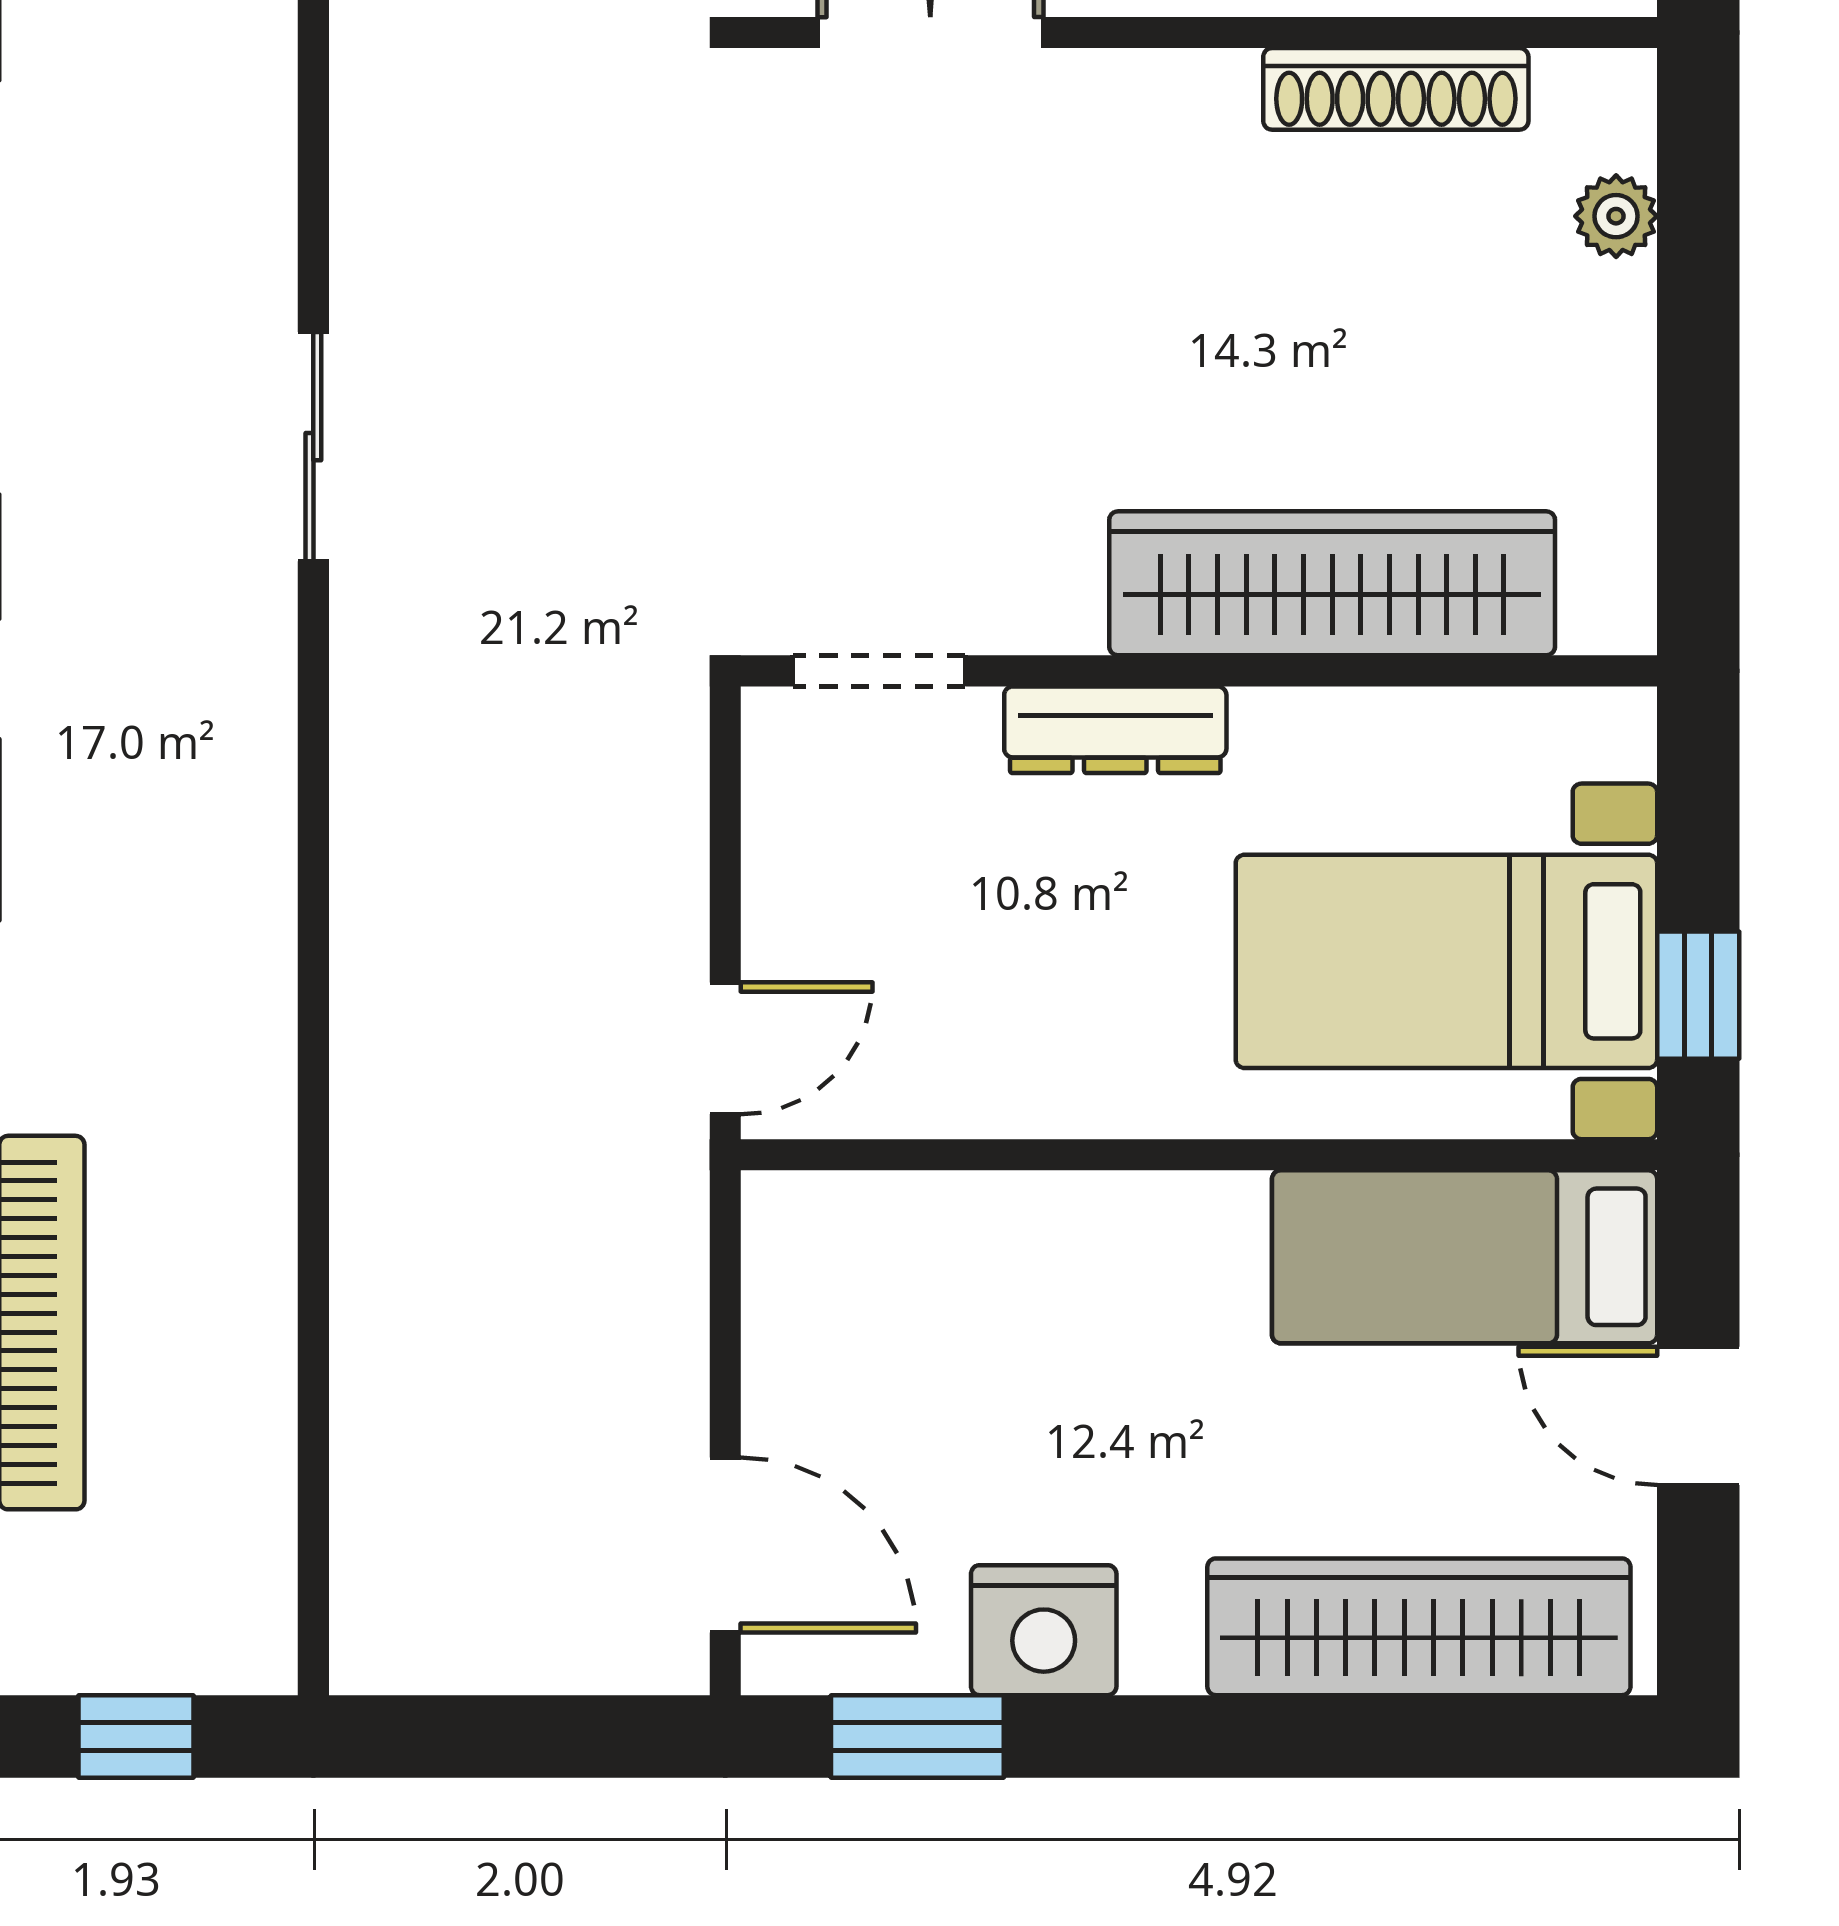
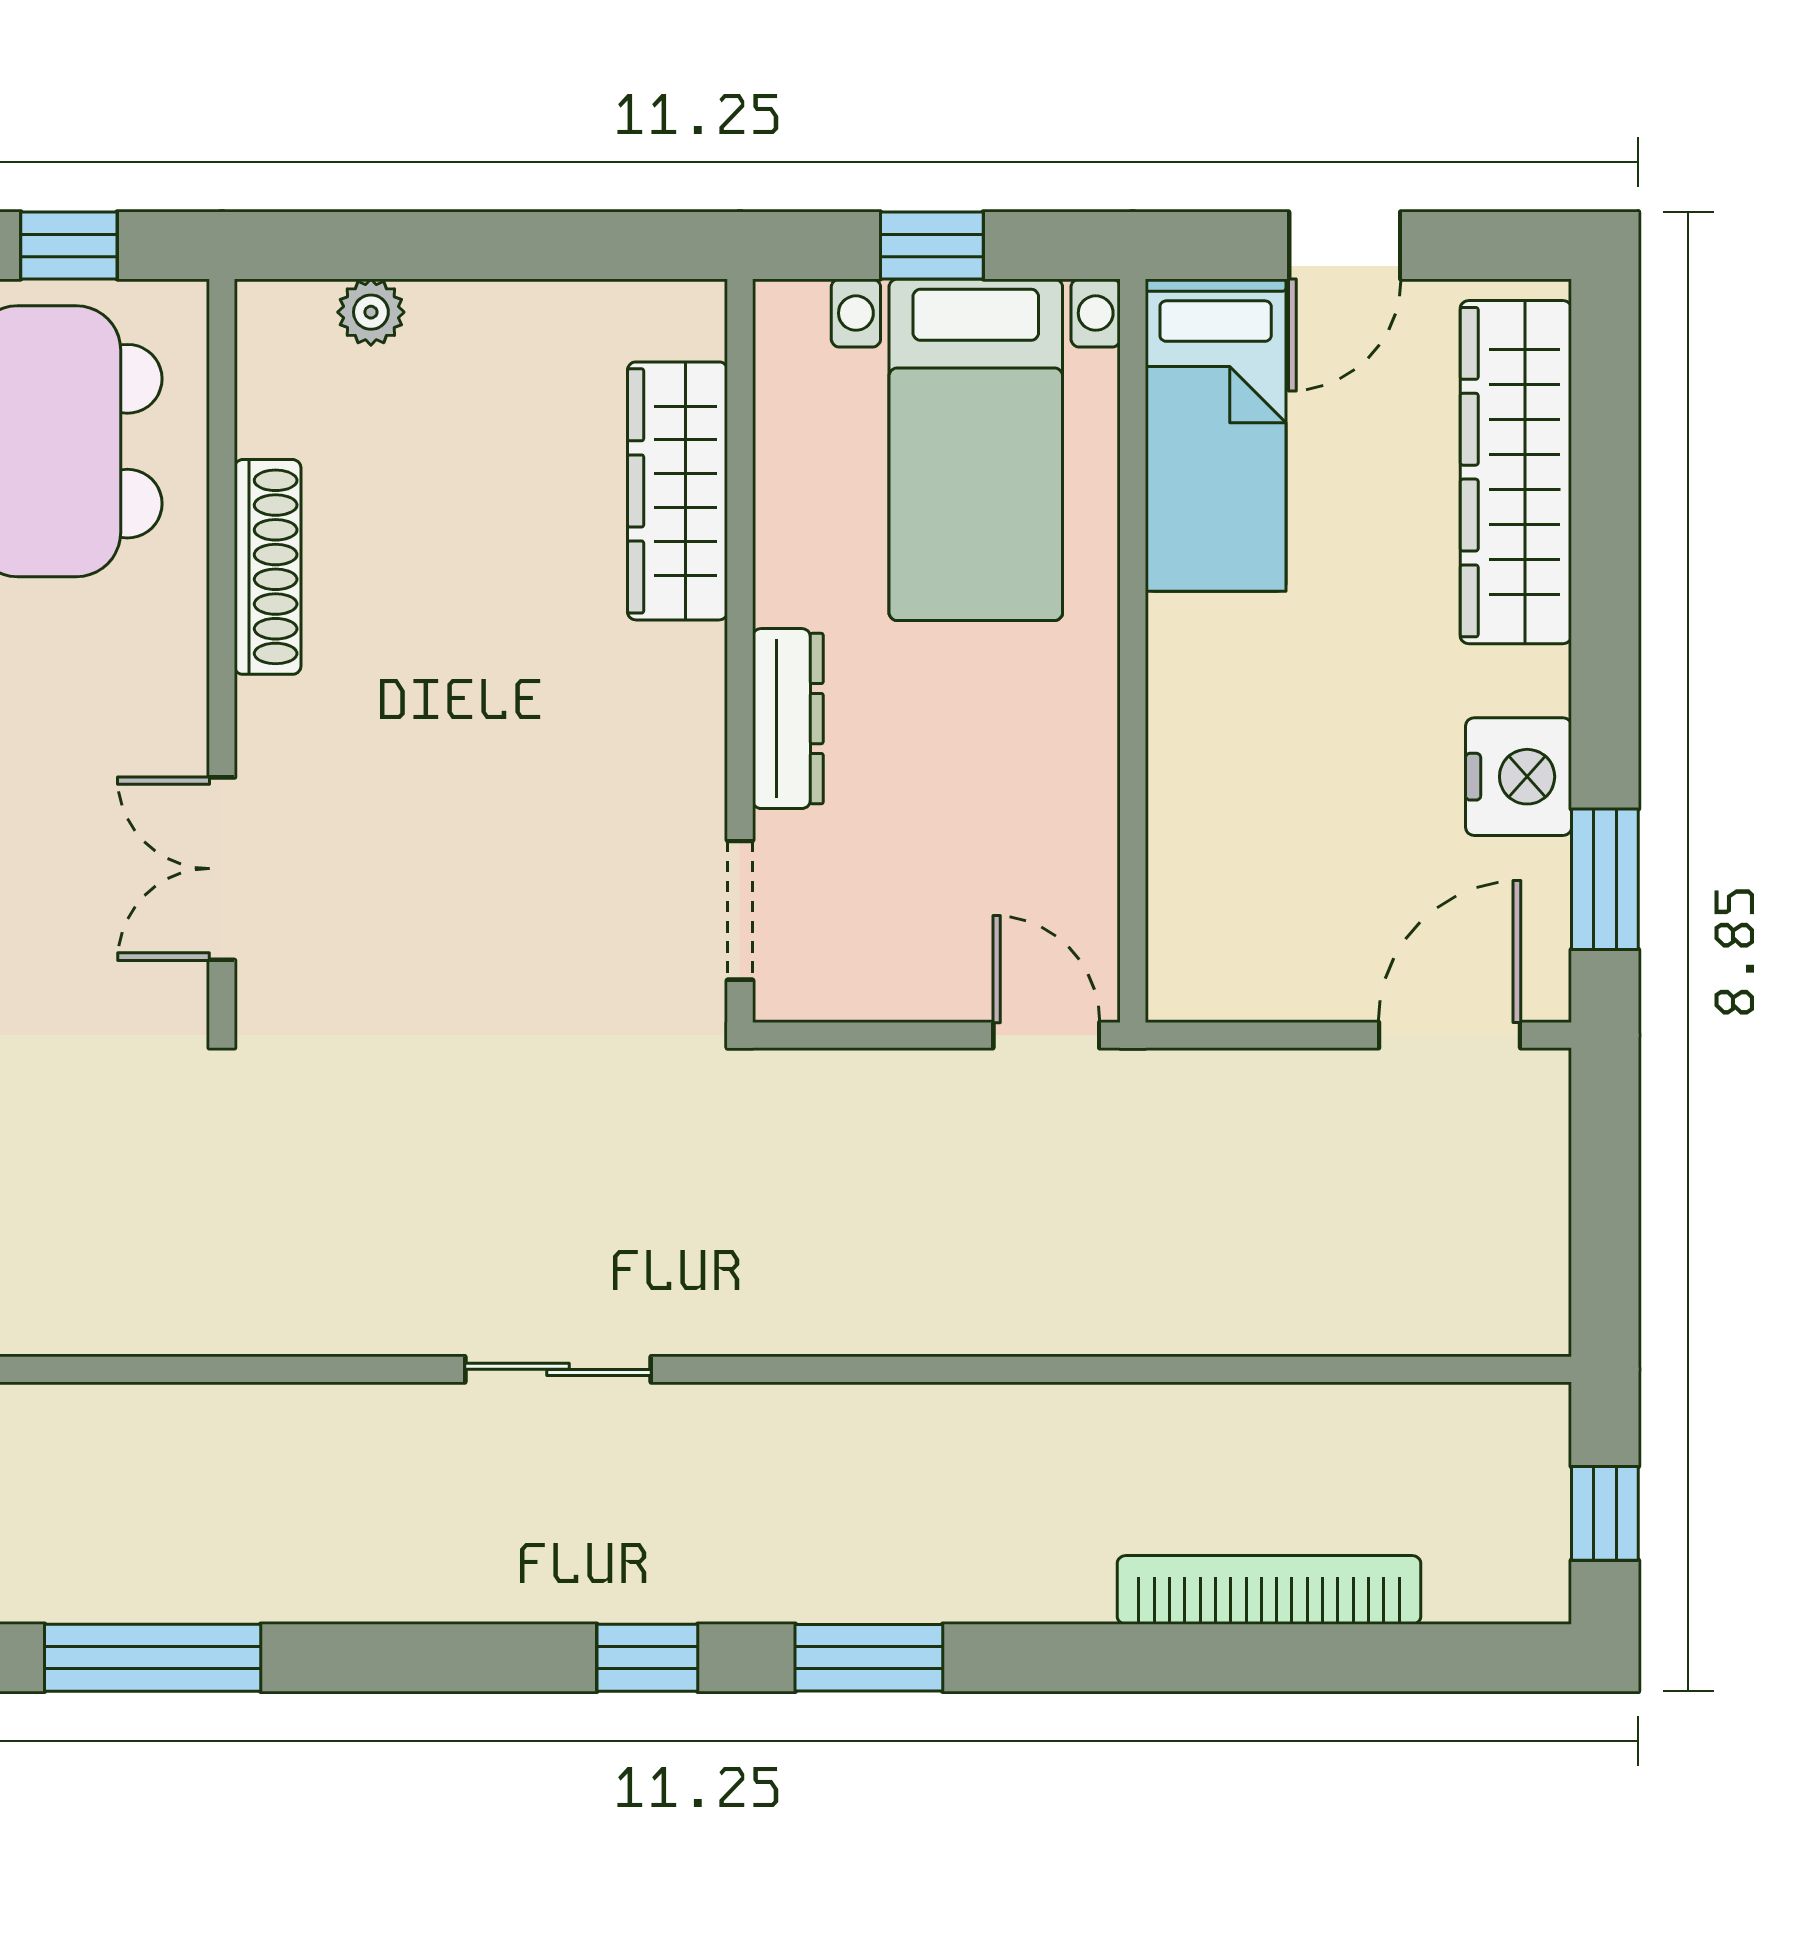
shoe rack: (1396, 89) -> (268, 567), moved
wardrobe: (1332, 583) -> (678, 491), width x0.71, depth x0.85
window: (1698, 995) -> (932, 245), moved

